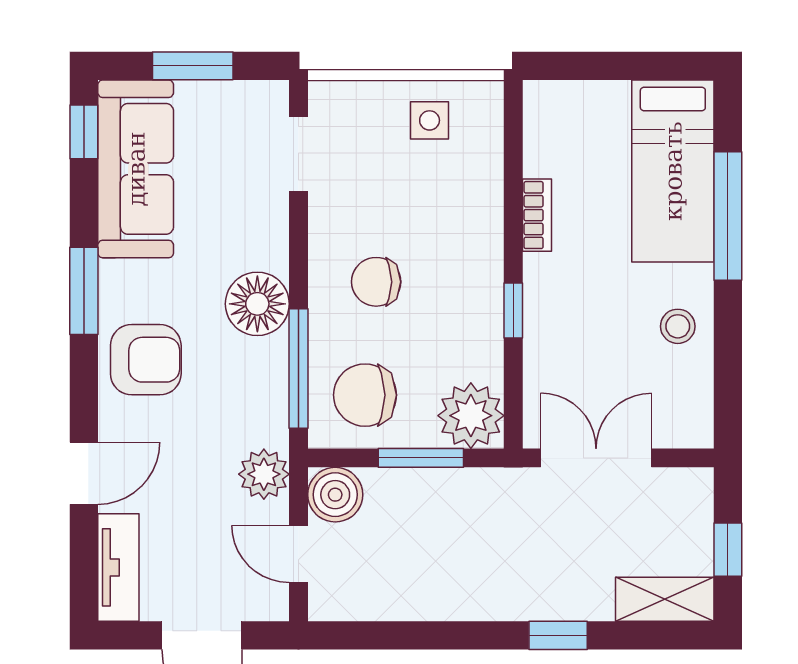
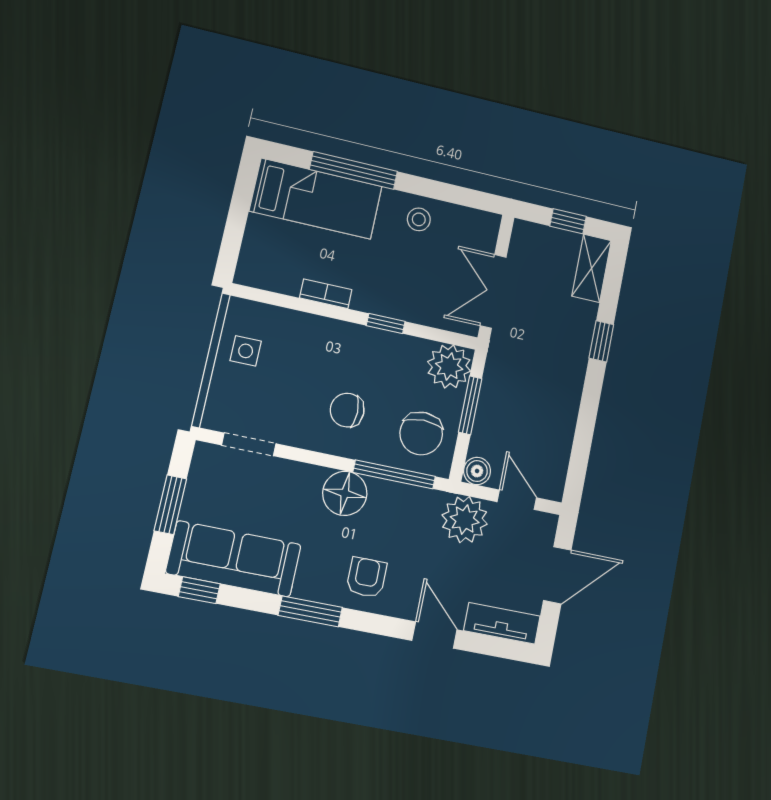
chair: (376, 282) -> (347, 410), turned 90
armchair: (146, 360) -> (366, 577), width x0.72, depth x0.72
plant: (264, 474) -> (465, 520), width x1.36, depth x1.36
boiler: (335, 495) -> (477, 471), width x0.73, depth x0.73
door: (298, 554) -> (517, 500), swing flipped

